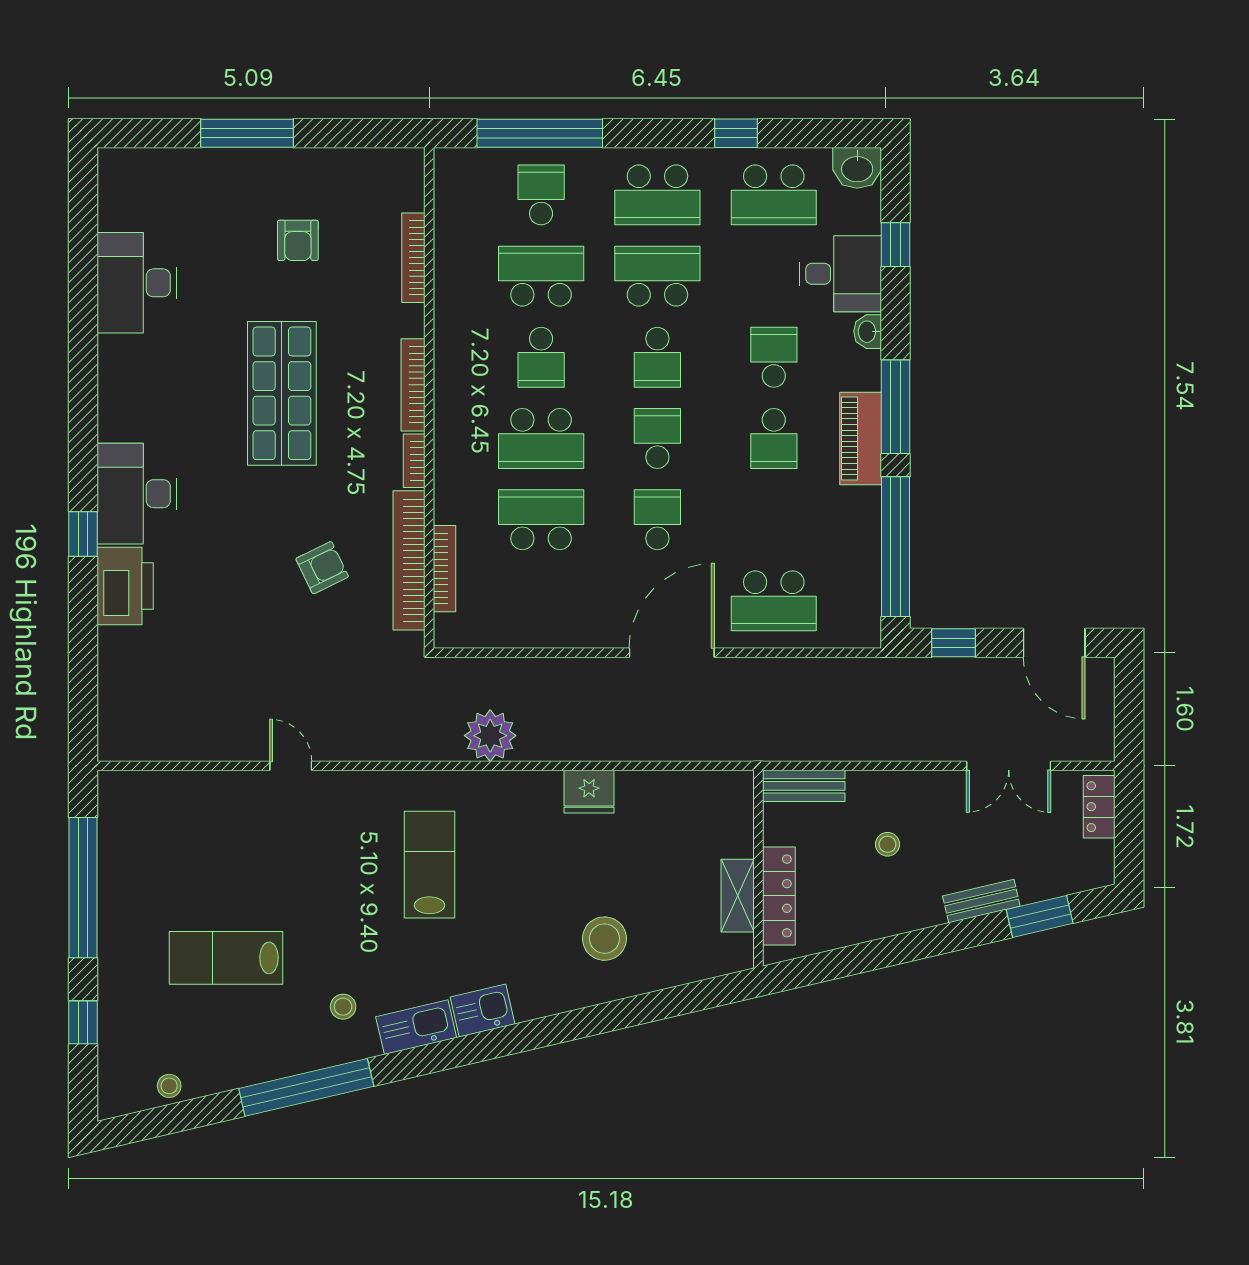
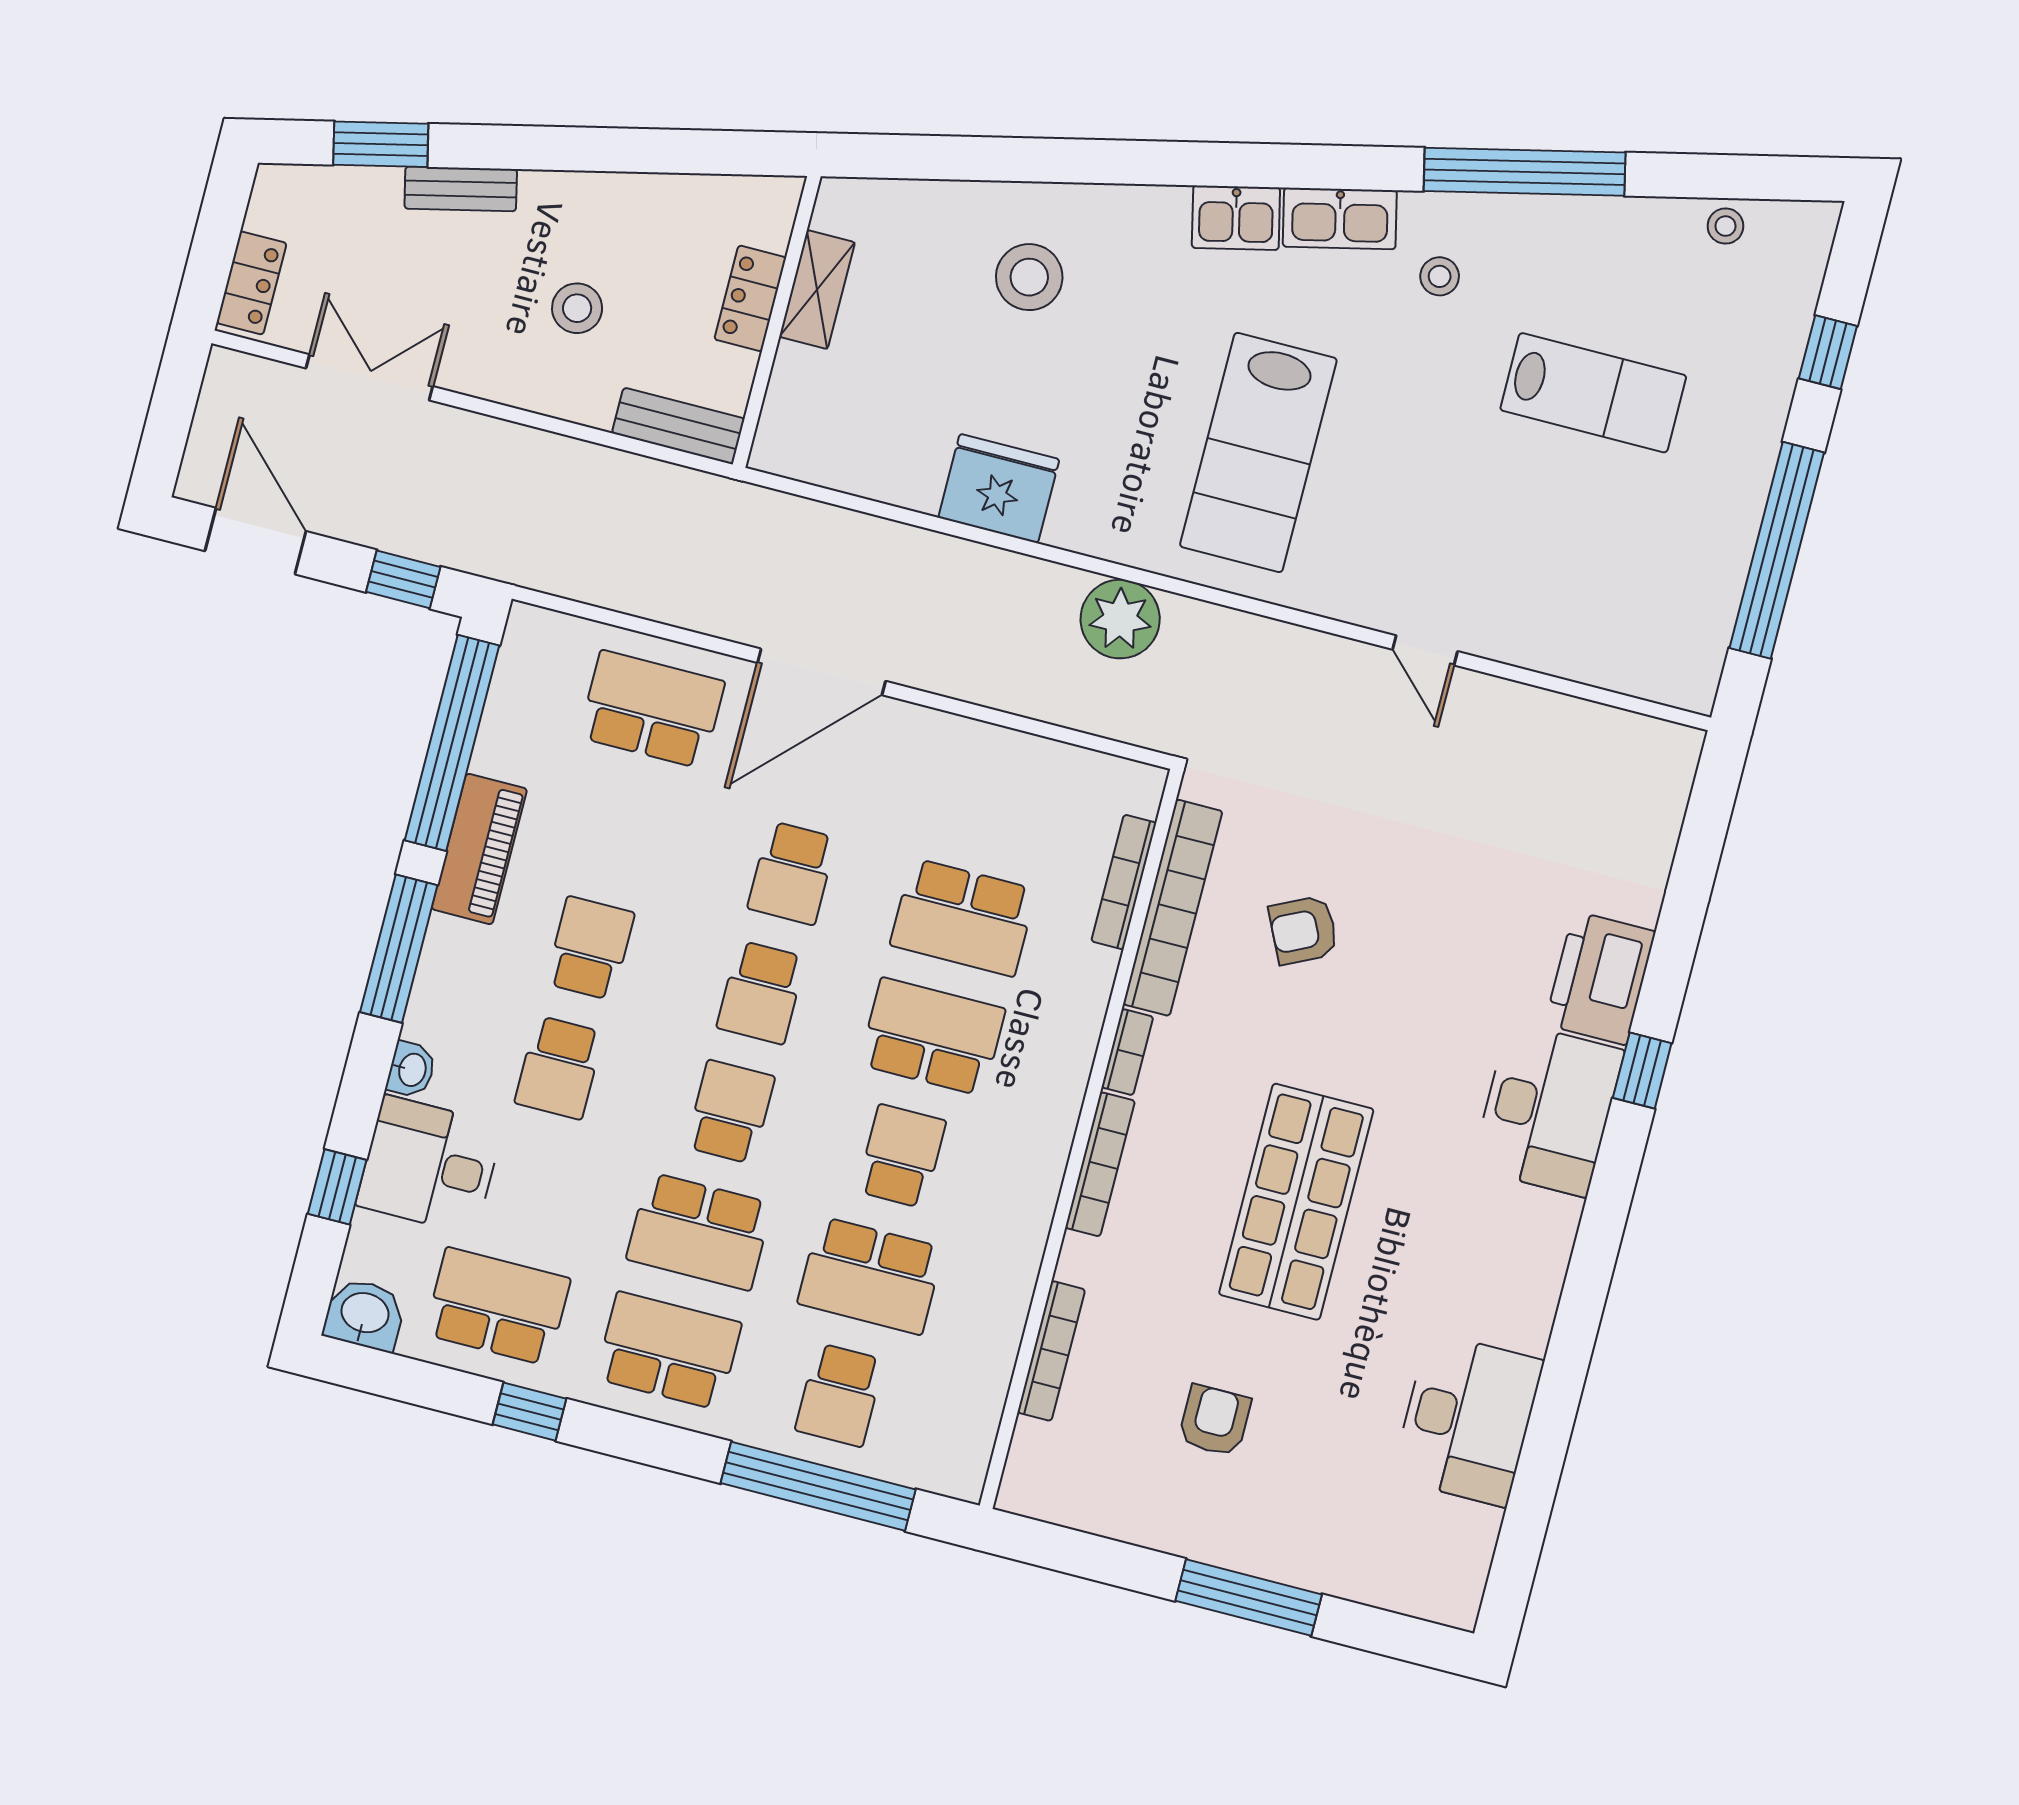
piano: (861, 438) -> (479, 849), moved
fridge: (589, 792) -> (999, 488), width x1.36, depth x1.34
stool: (888, 844) -> (577, 308), width x1.37, depth x1.37
lab bench: (429, 865) -> (1258, 453), width x1.36, depth x1.39
locker: (779, 896) -> (750, 298), width x0.66

